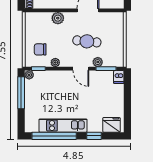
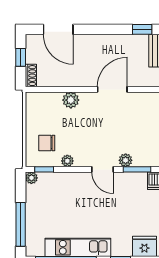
cafe table: (87, 41) -> (111, 132), removed
window: (21, 93) -> (21, 224), moved

